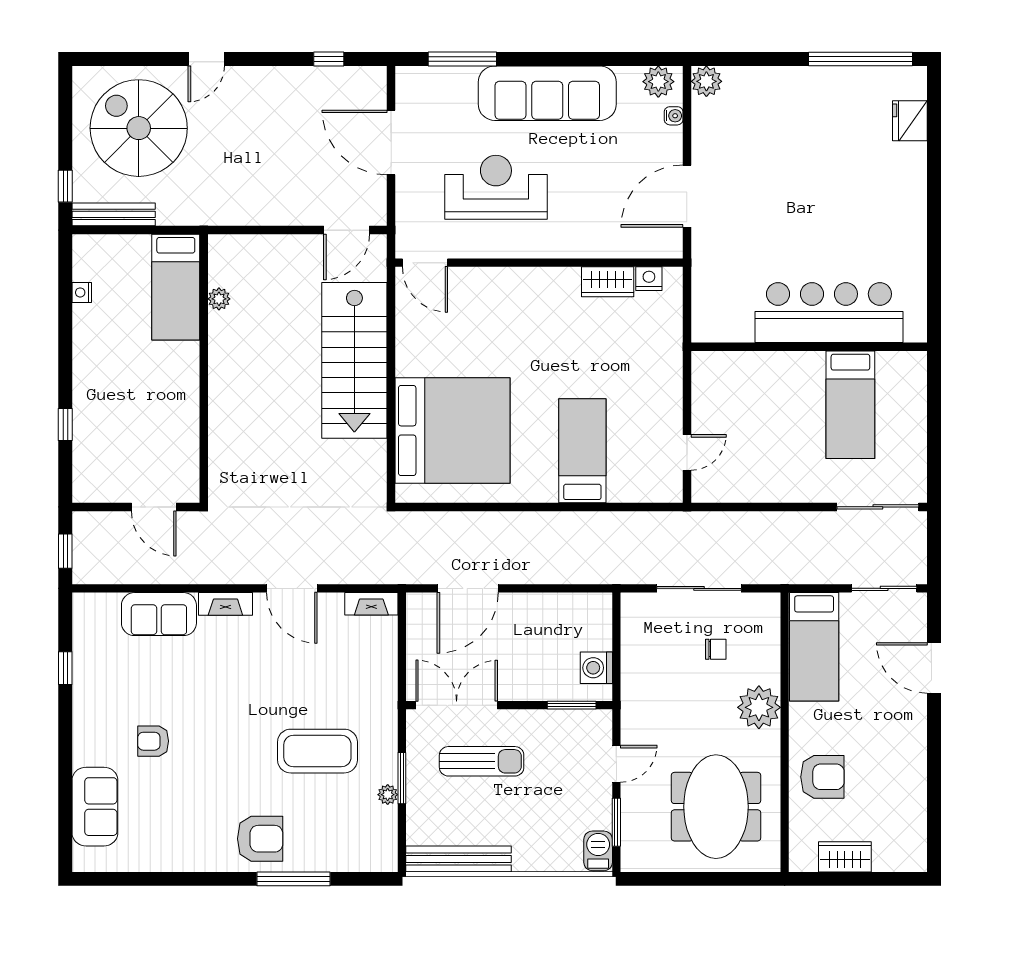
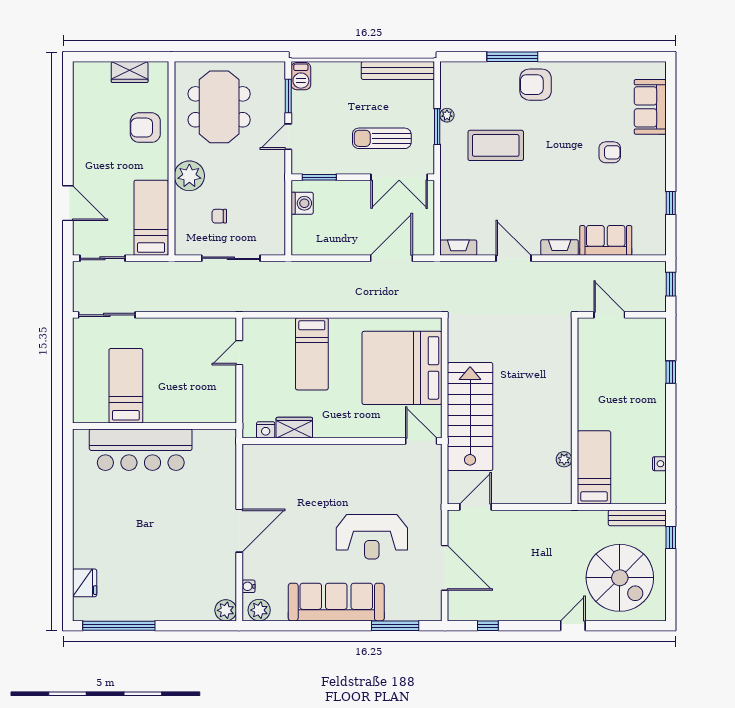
door: (425, 263) -> (421, 441), moved
wall: (539, 263) -> (342, 441), moved
nightstand: (649, 279) -> (266, 430), moved
wardrobe: (608, 282) -> (294, 428), moved

